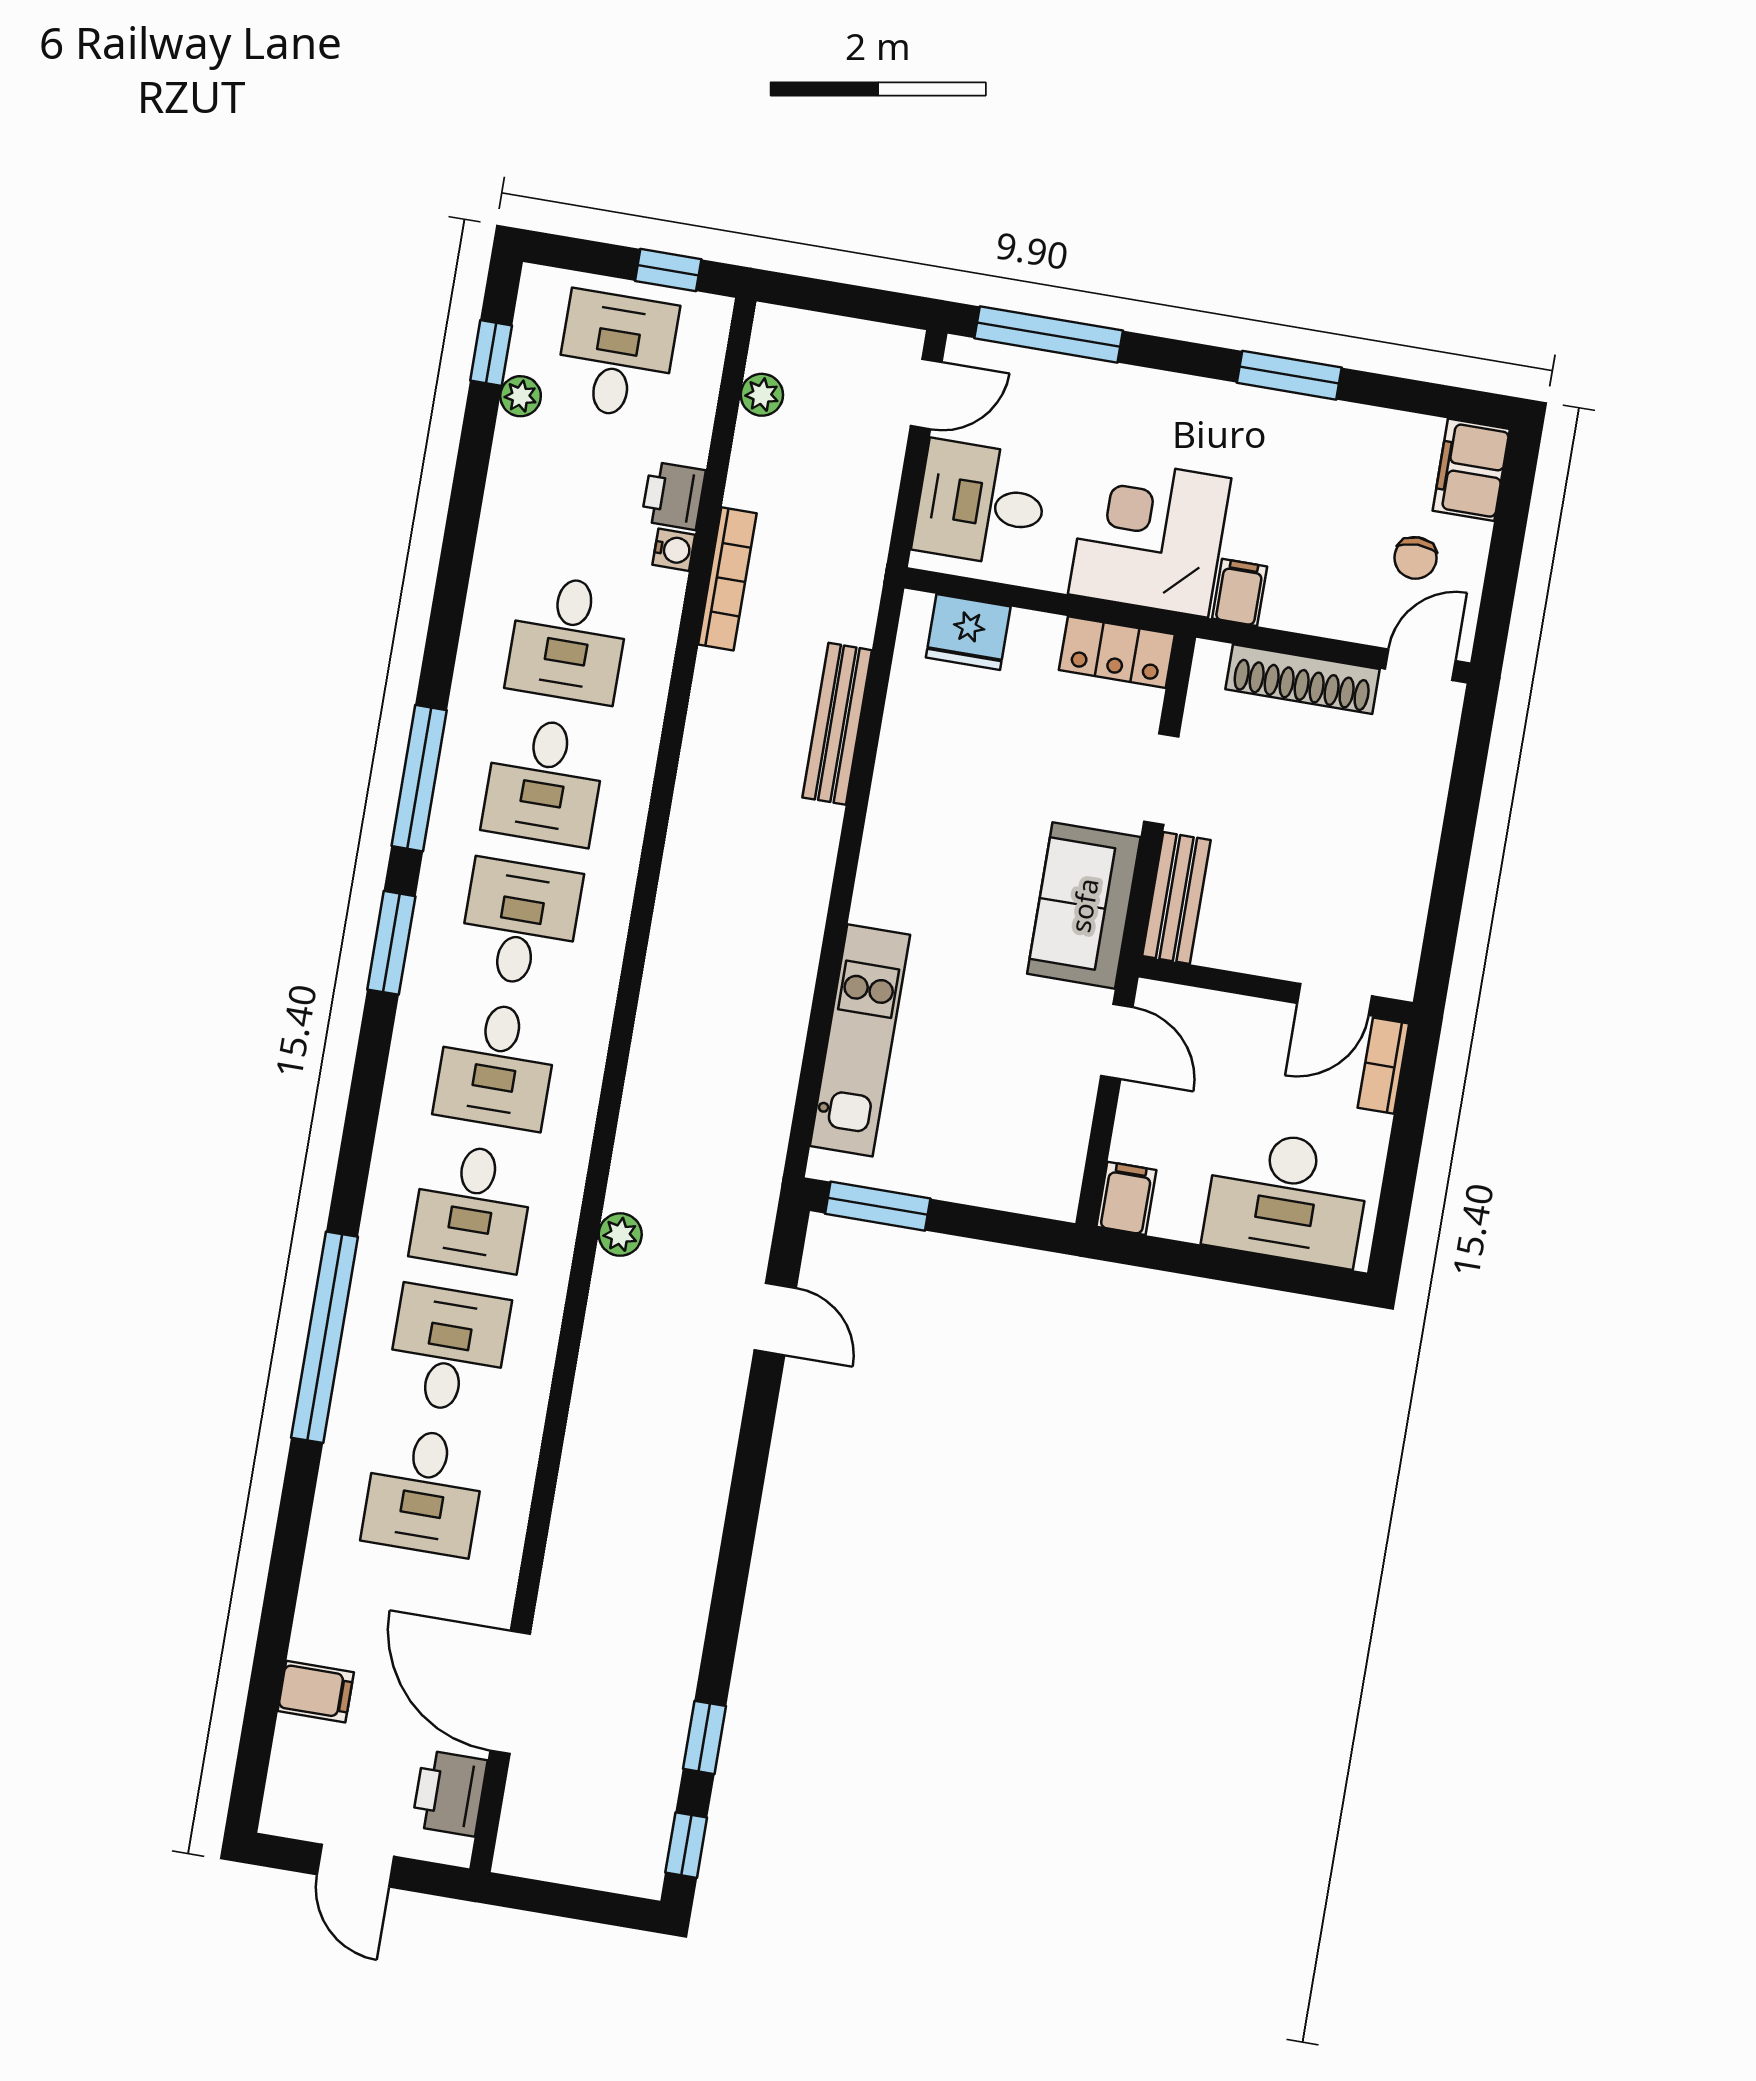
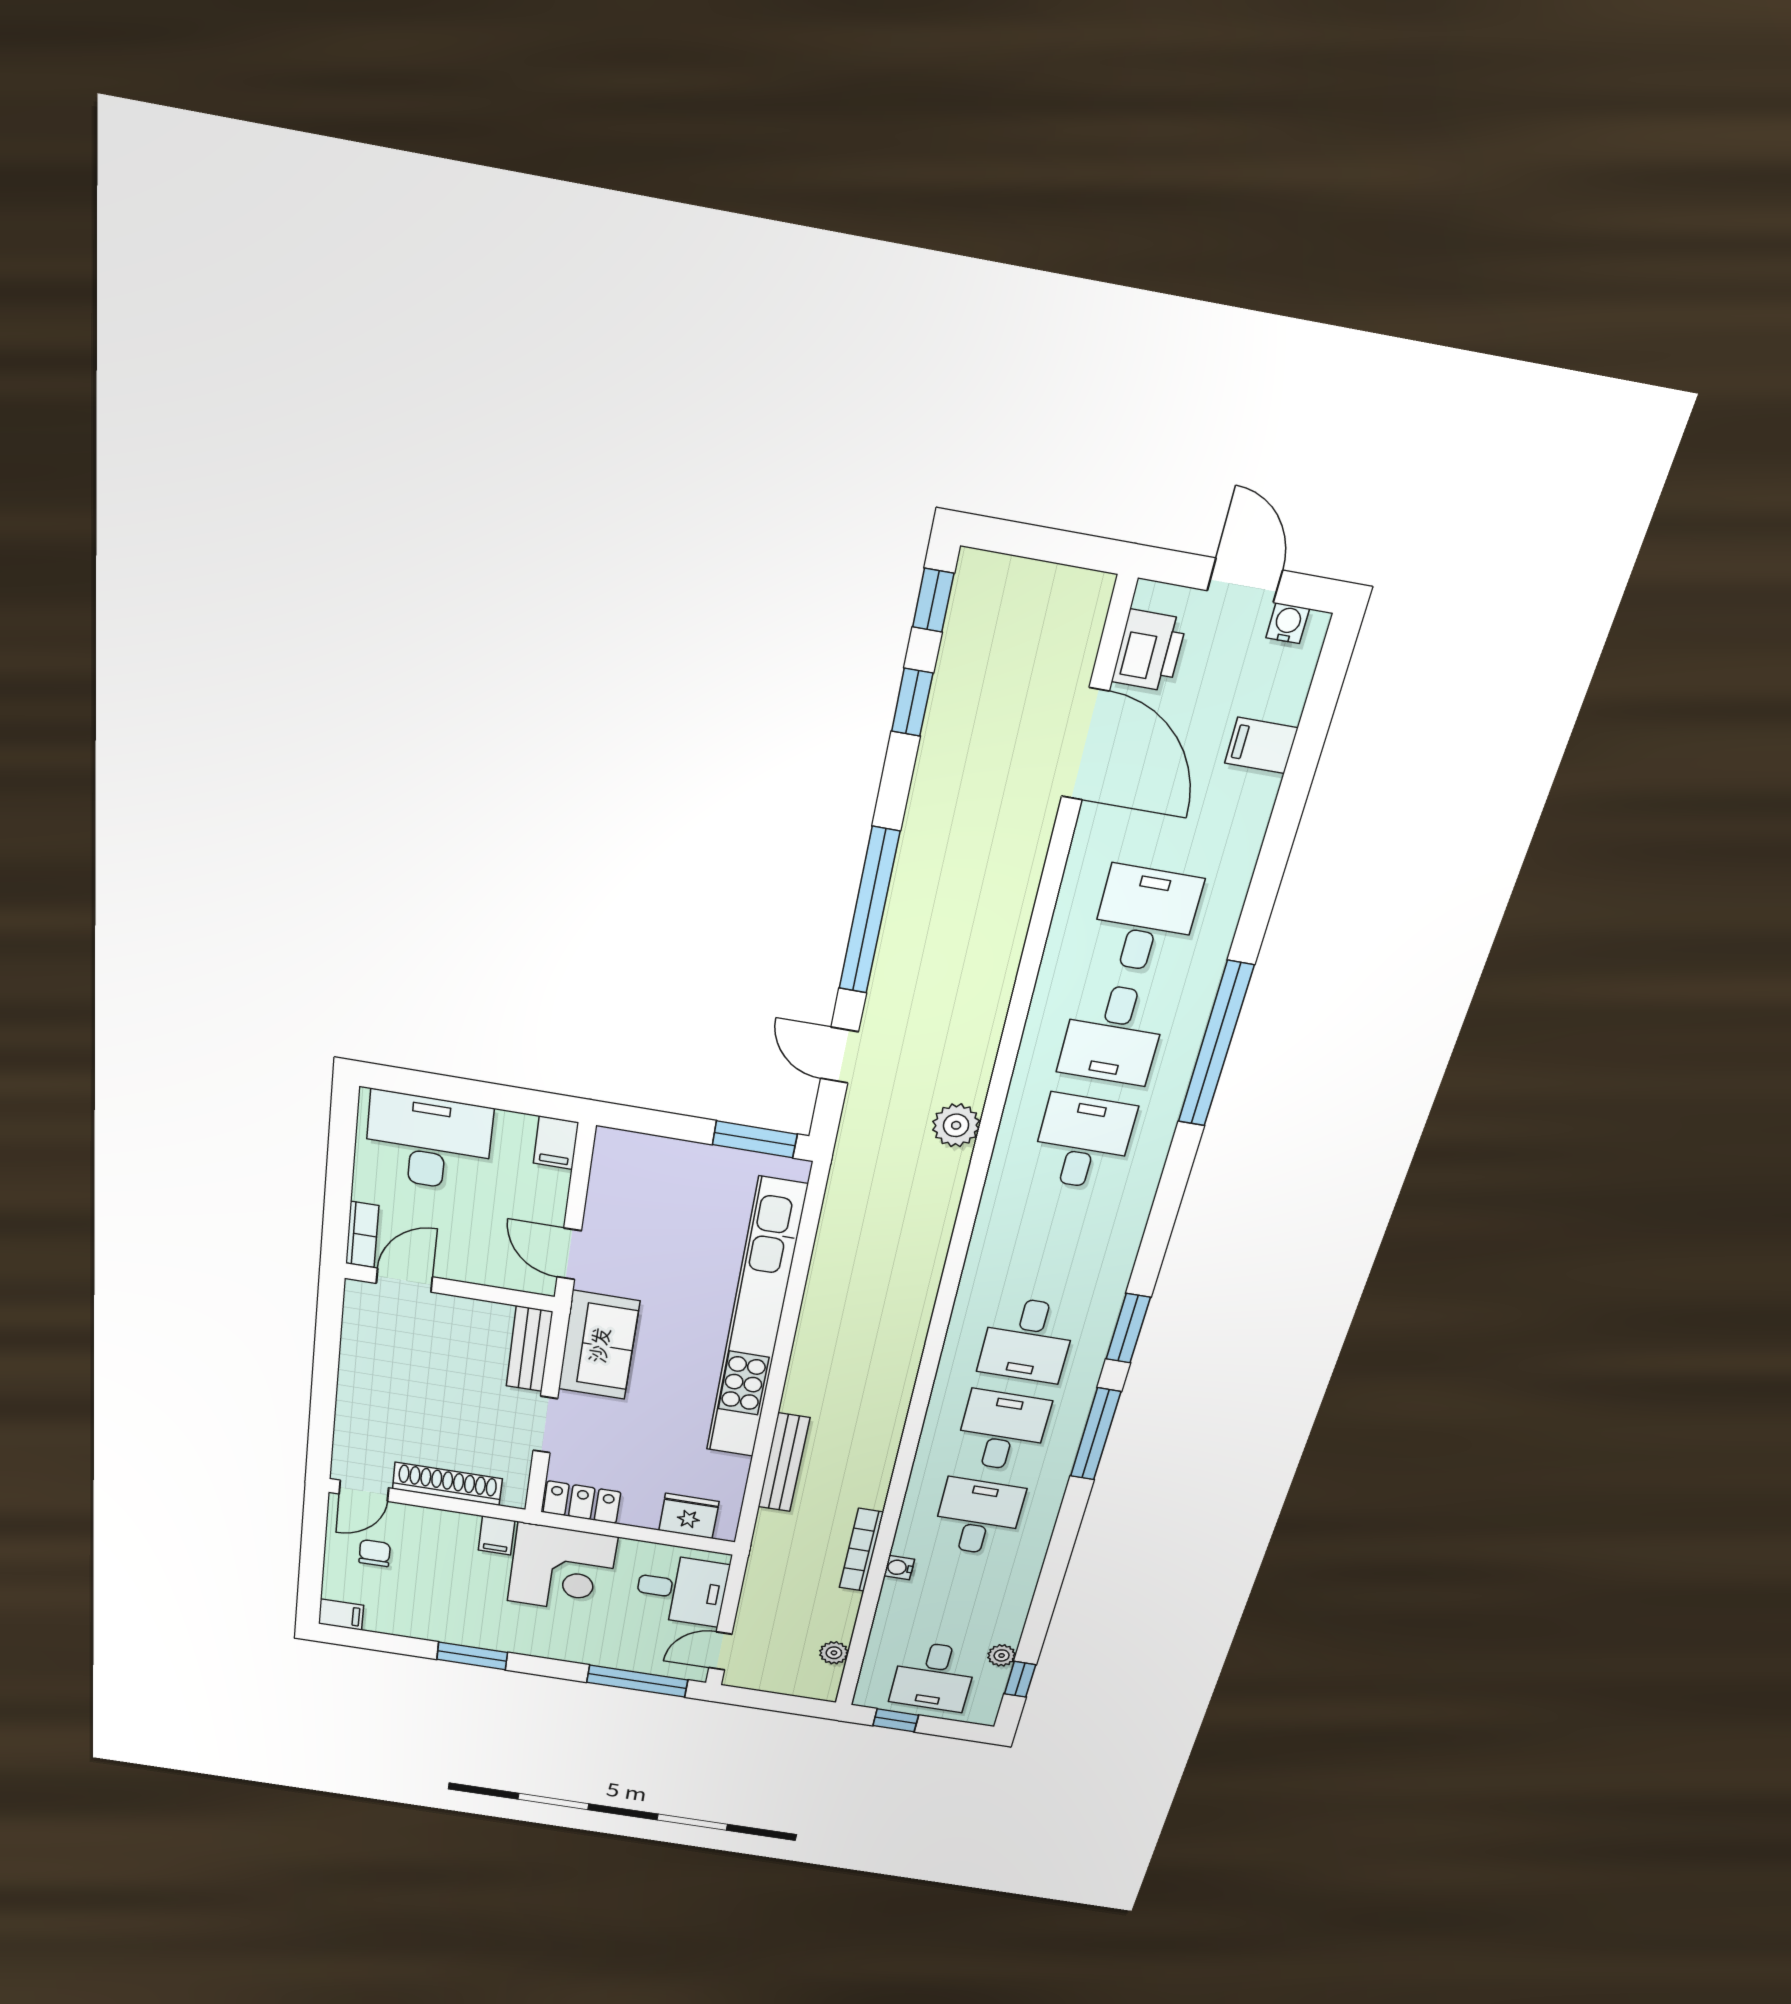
filing cabinet: (1471, 470) -> (341, 1615), width x0.50
printer: (673, 496) -> (898, 1598), removed
kitchen unit: (860, 1040) -> (756, 1321), width x1.86
desk: (496, 1065) -> (1054, 1244), removed
plant: (620, 1235) -> (956, 1125), width x1.38, depth x1.38
window: (745, 1499) -> (869, 911), added
water cooler: (304, 1822) -> (1288, 623), added

